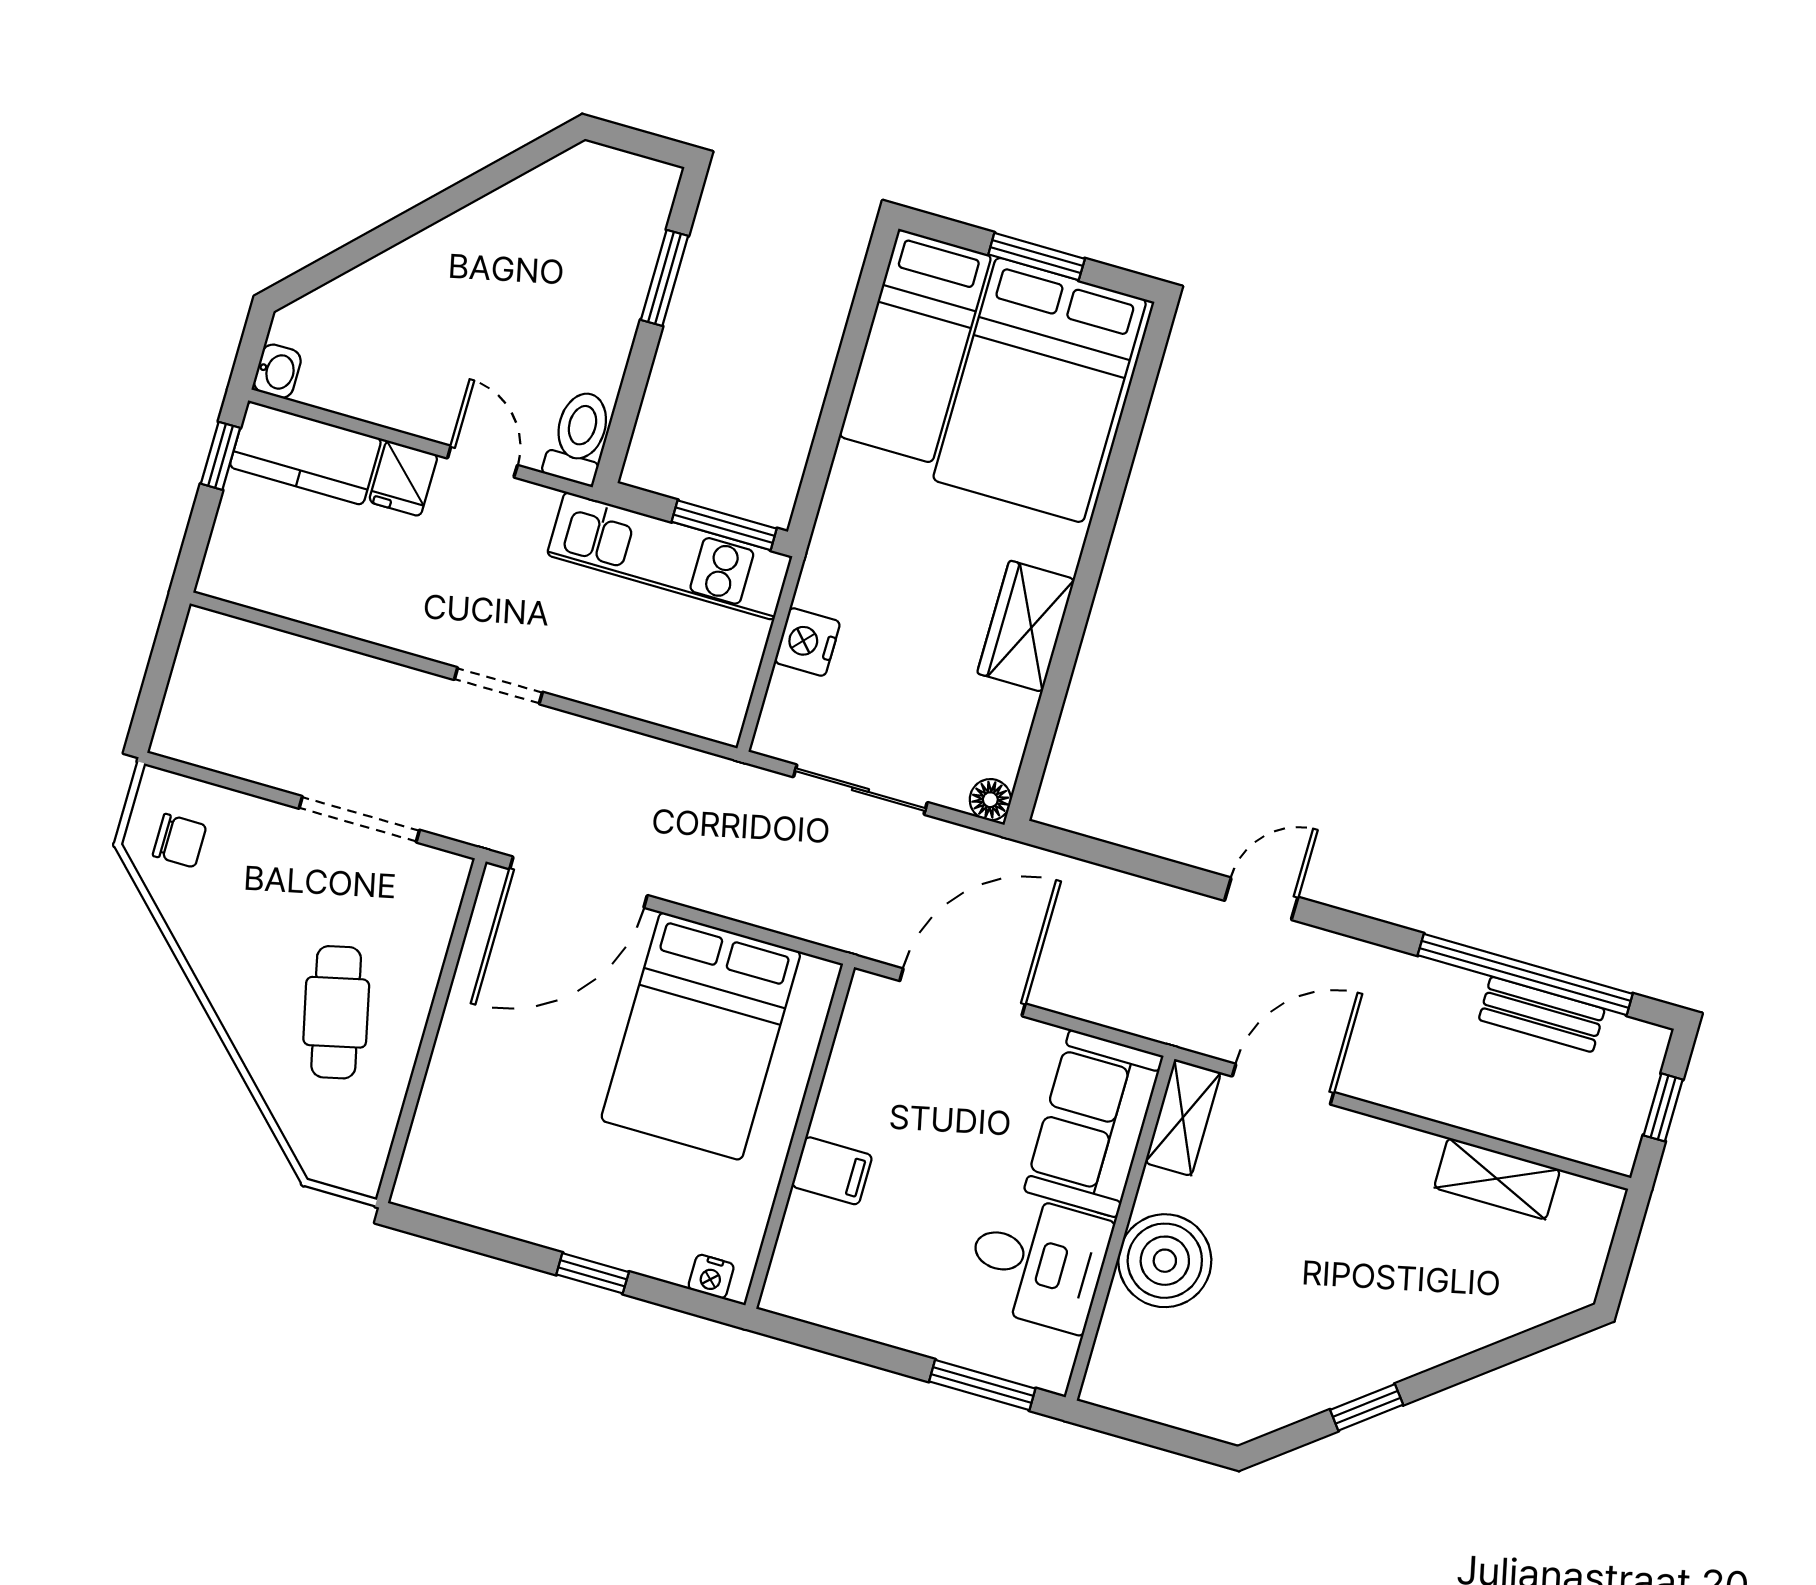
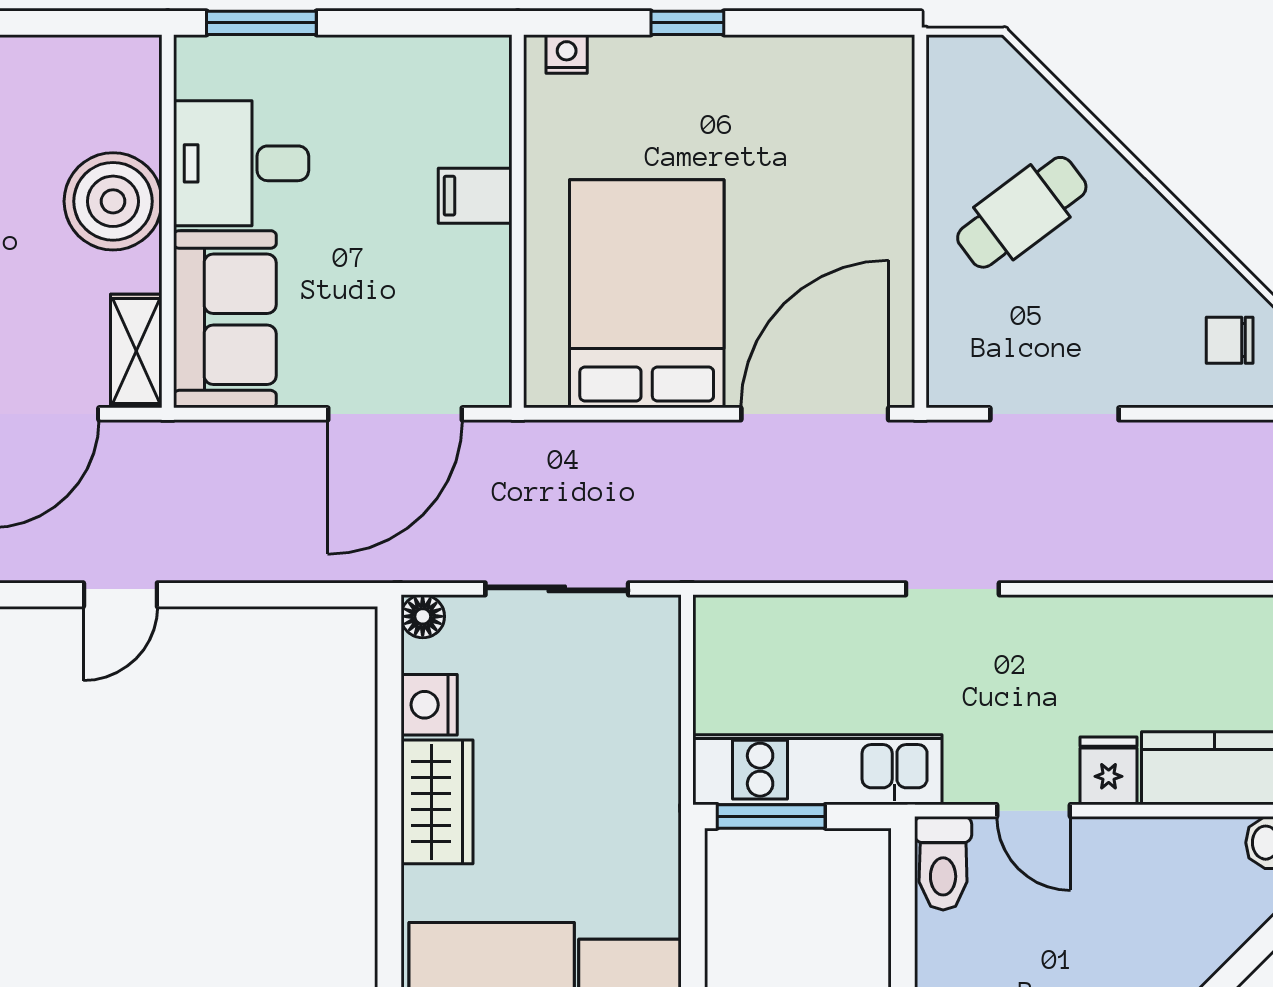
nightstand: (807, 642) -> (429, 705), moved, turned 180
cafe table: (336, 1012) -> (1022, 212), turned 66

